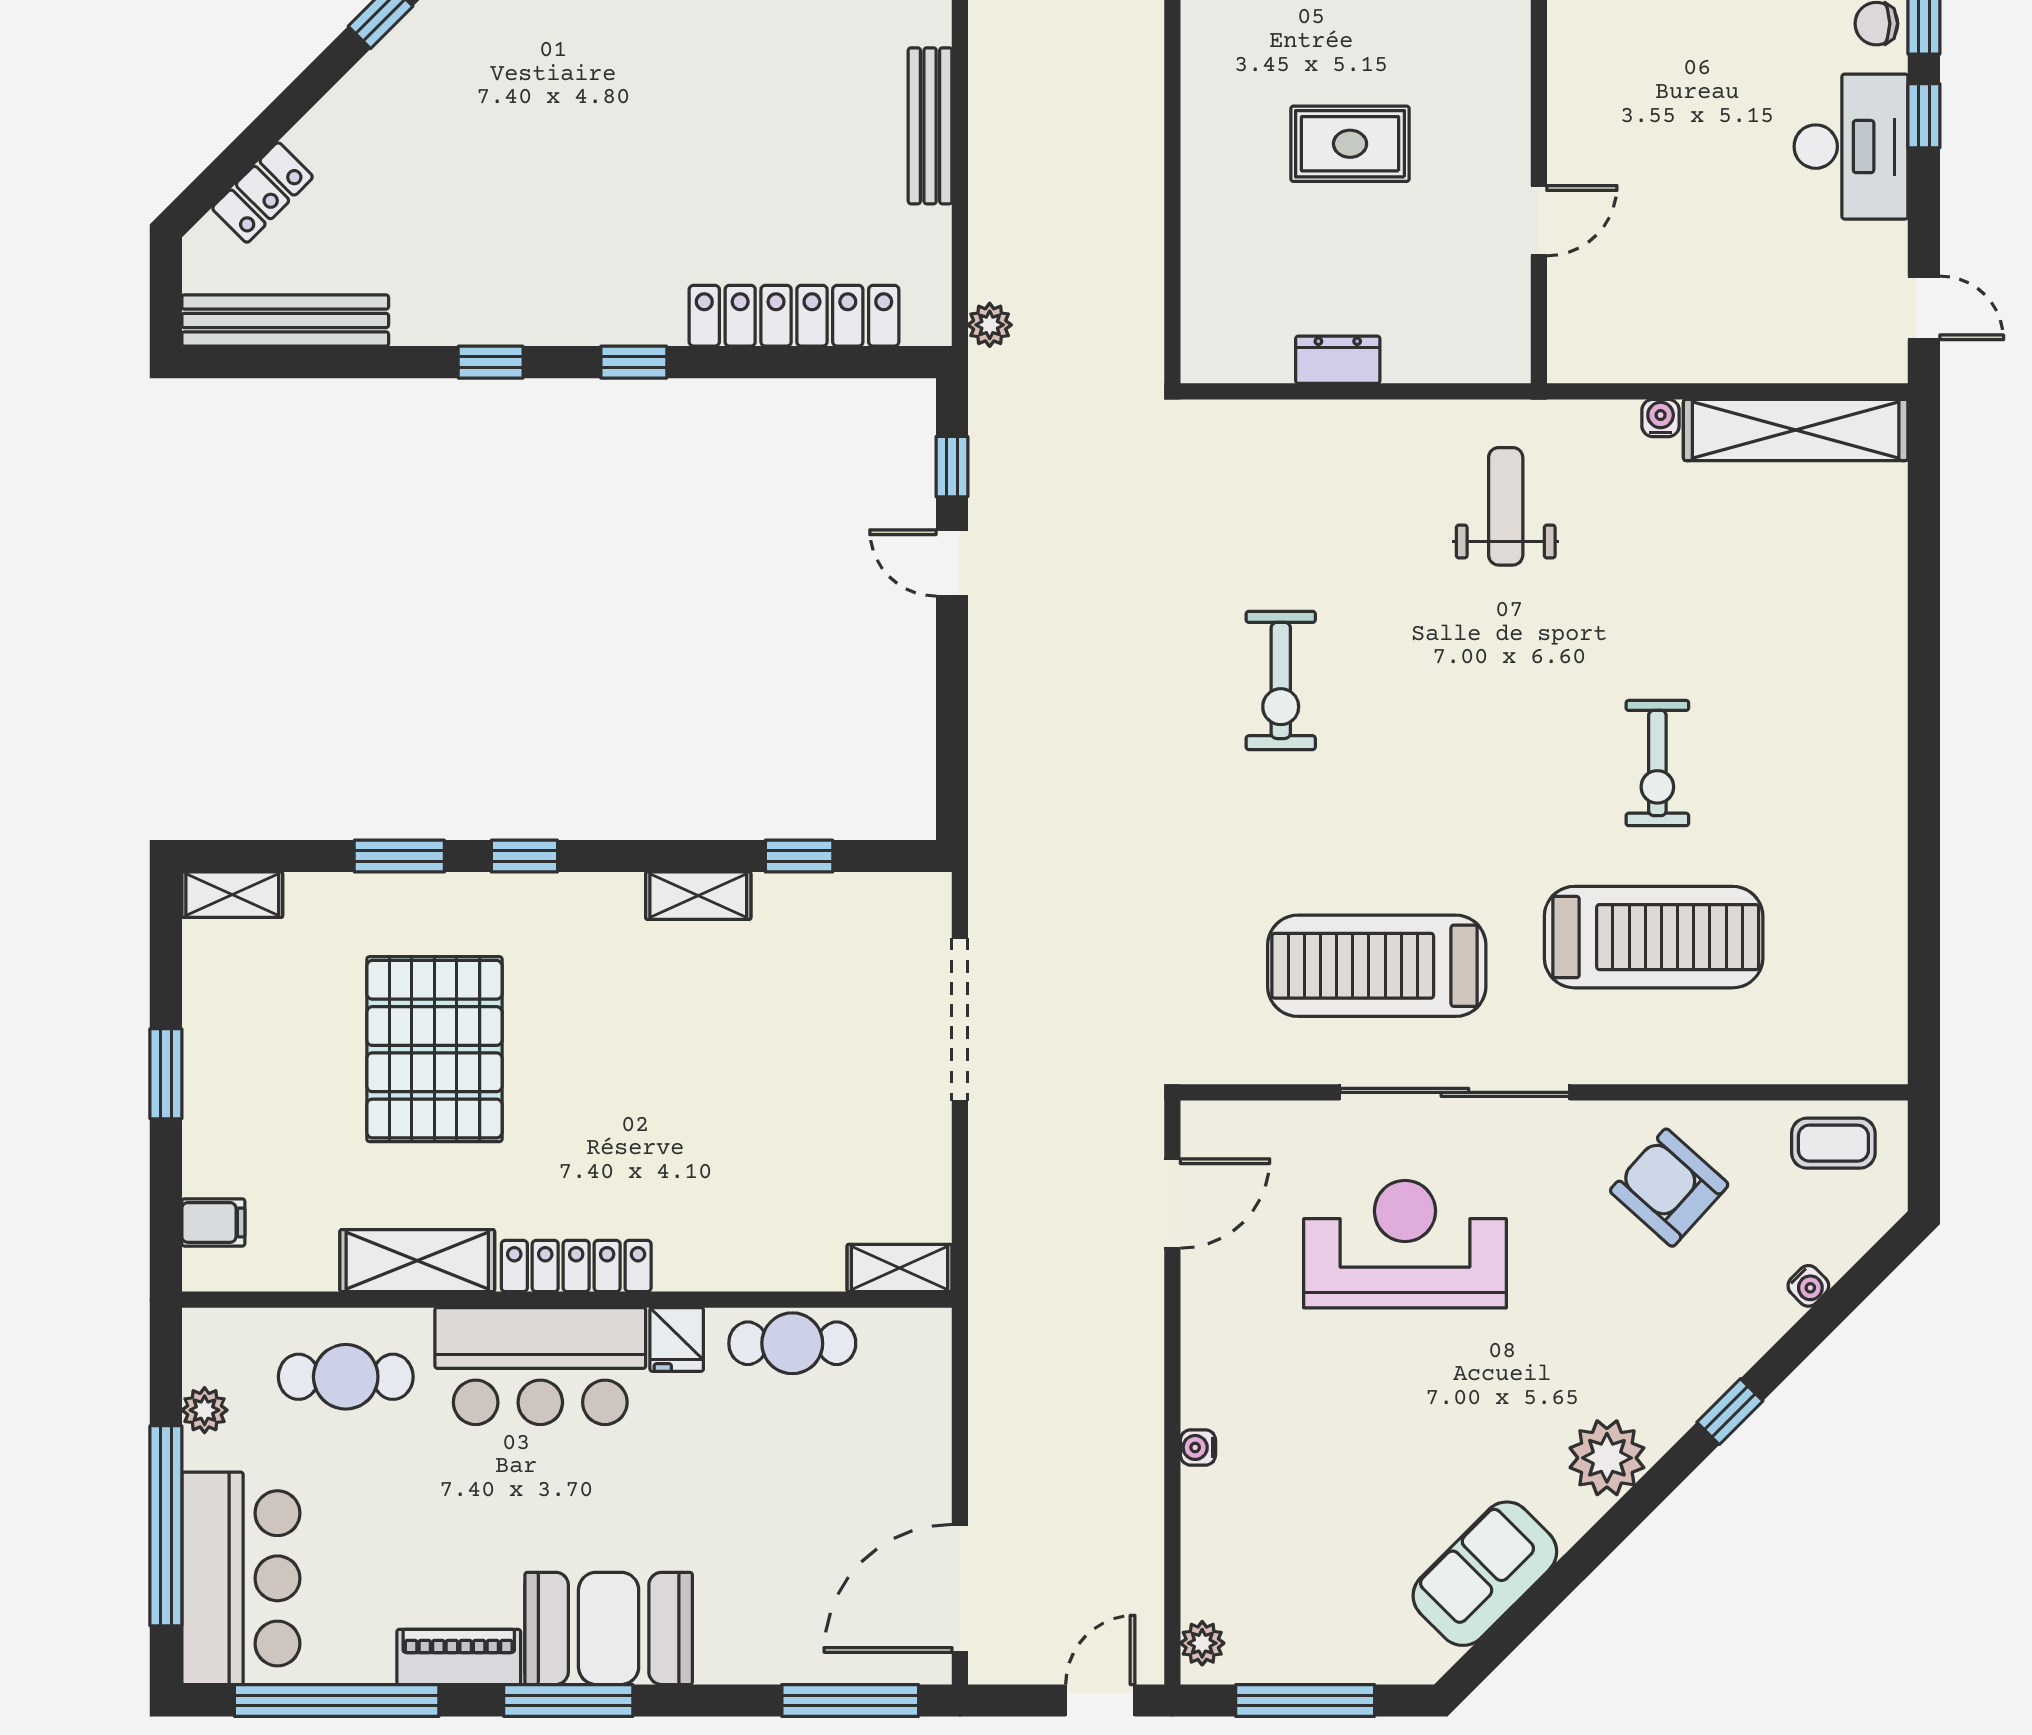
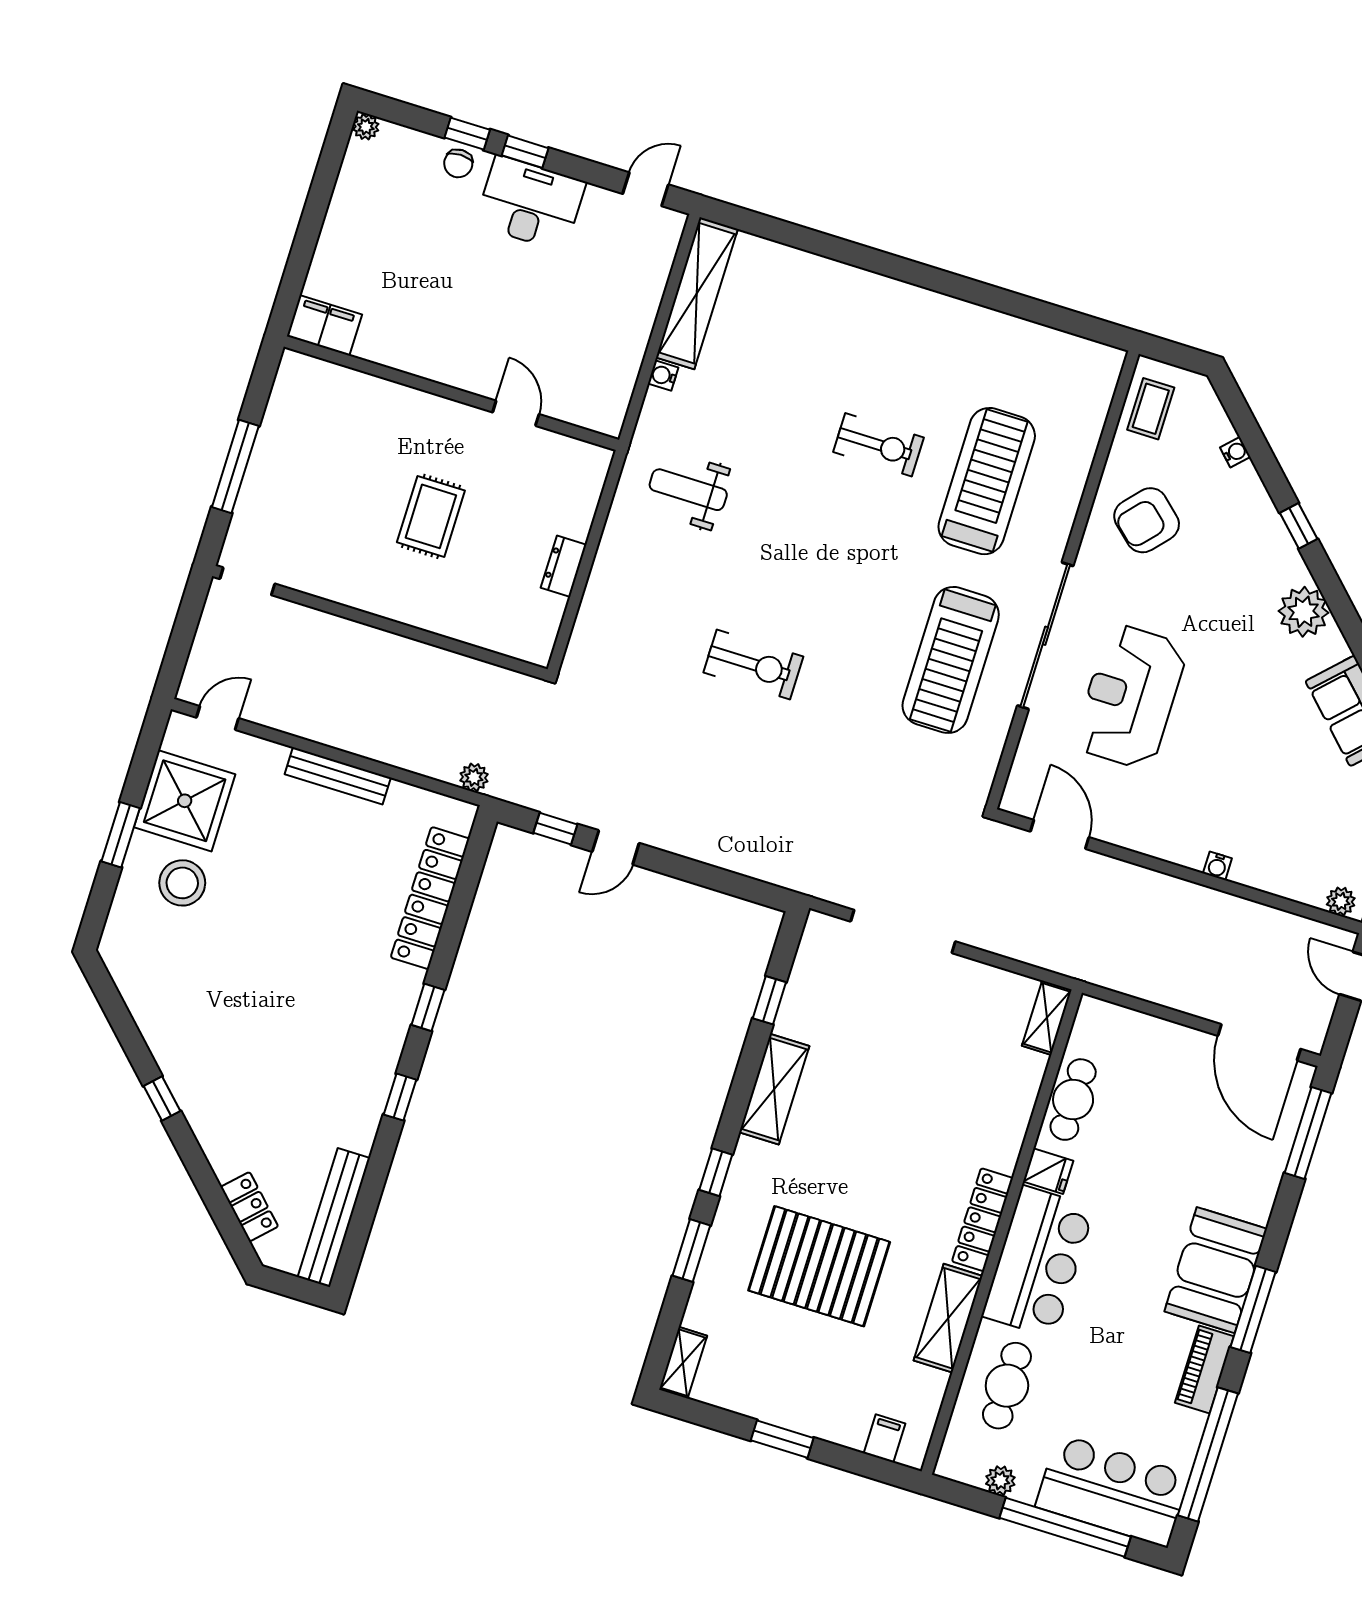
shelving: (698, 896) -> (774, 1089), width x1.50, depth x1.33

